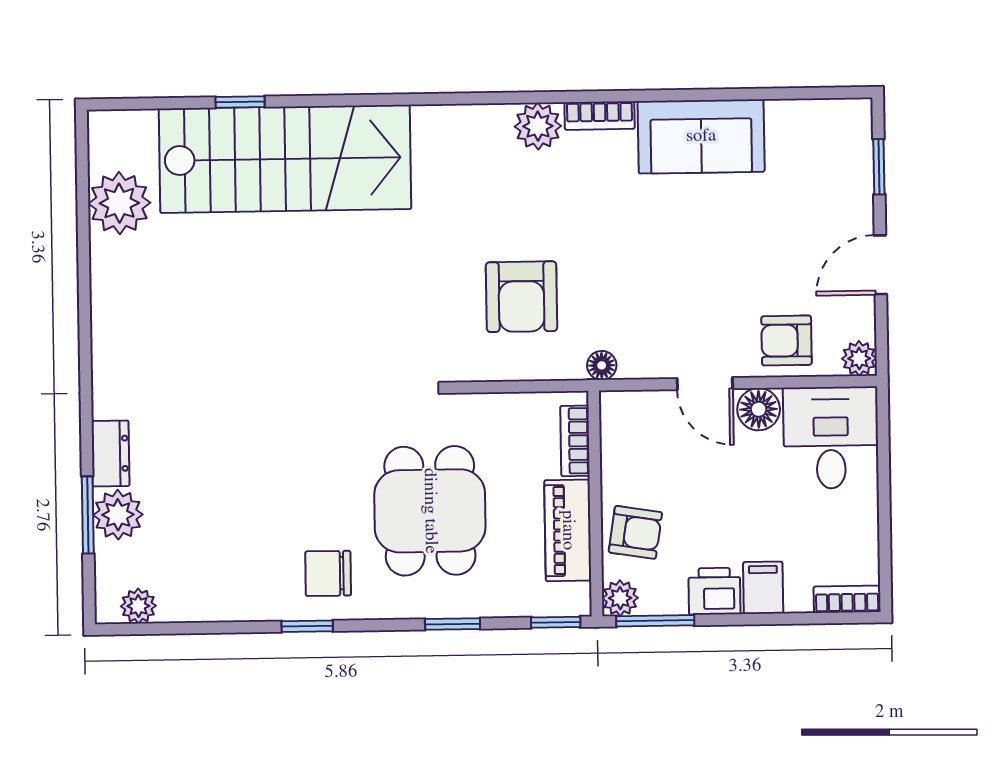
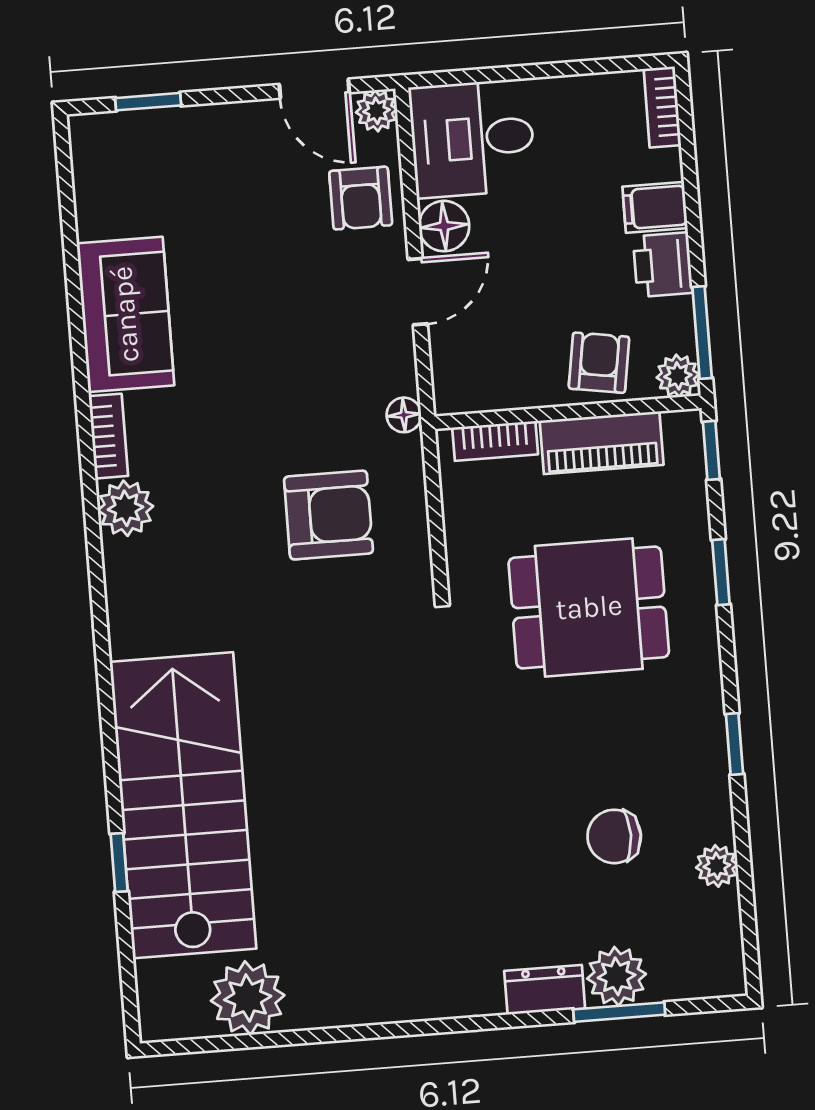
door: (880, 265) -> (314, 89), moved
chair: (328, 573) -> (614, 836), moved, turned 90
plant: (138, 606) -> (717, 866), moved

